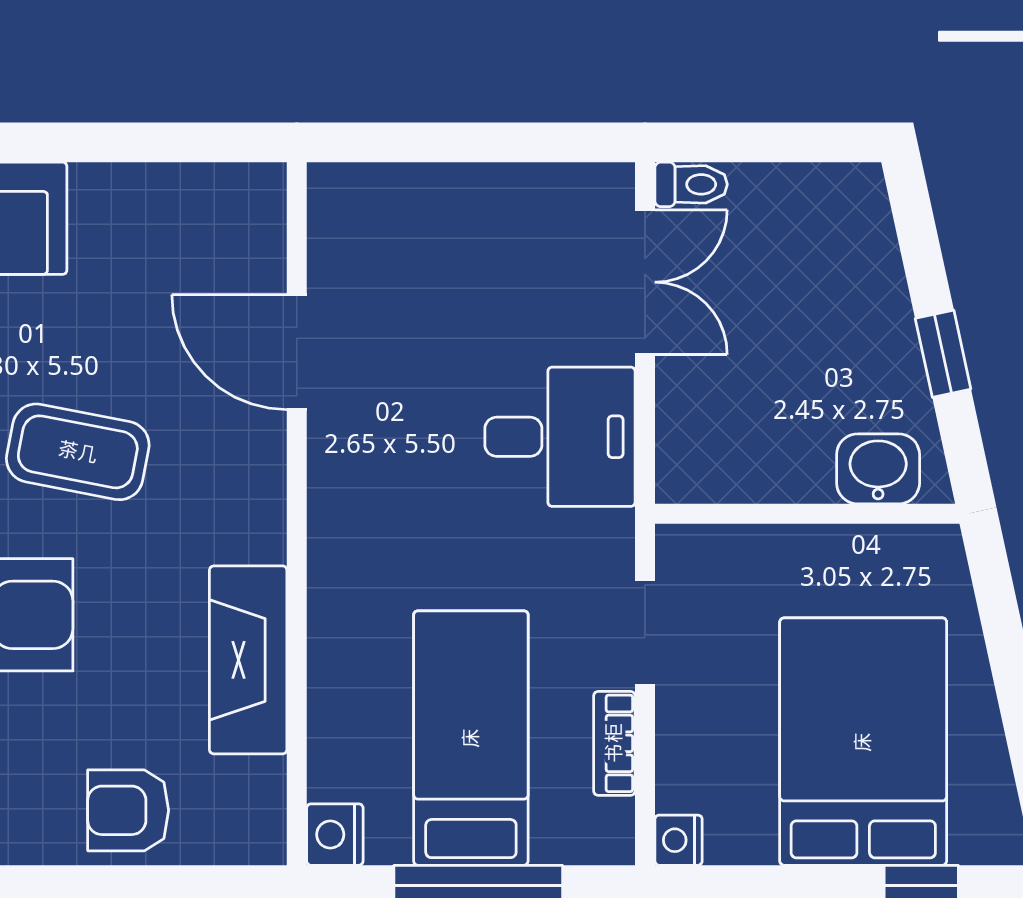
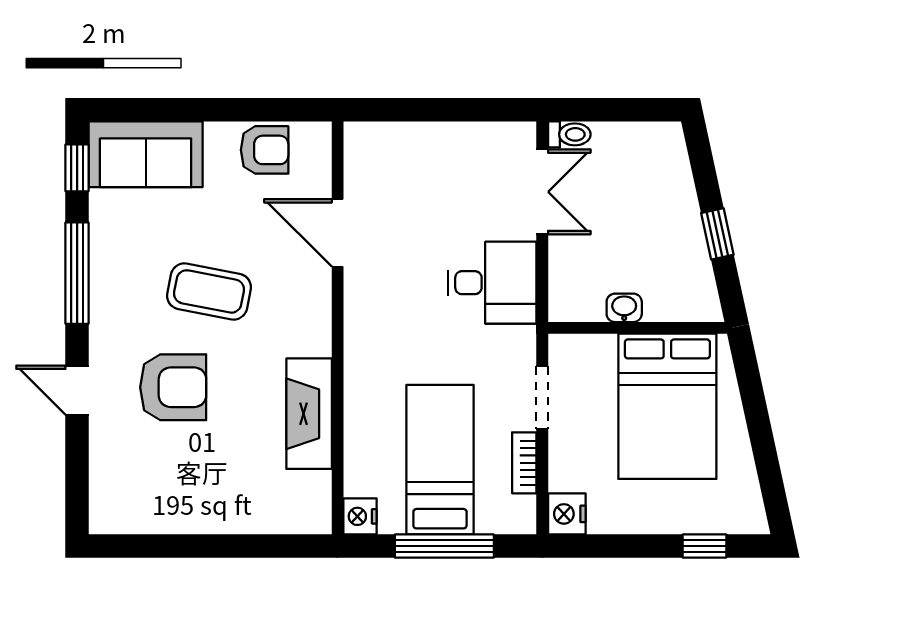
washbasin: (878, 469) -> (624, 308), moved, width x0.72, depth x0.69
bed: (863, 742) -> (667, 406), moved, turned 180
armchair: (128, 810) -> (265, 150), moved, turned 180
nightstand: (679, 840) -> (567, 514), width x1.39, depth x1.35

